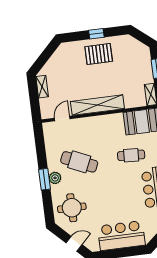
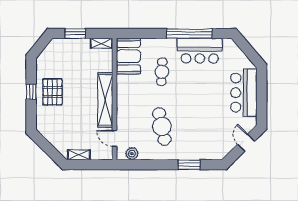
cafe table: (79, 162) -> (162, 126), turned -36
plant: (55, 178) -> (132, 154), moved
window: (45, 179) -> (189, 165), moved
round table: (72, 208) -> (208, 140), removed

